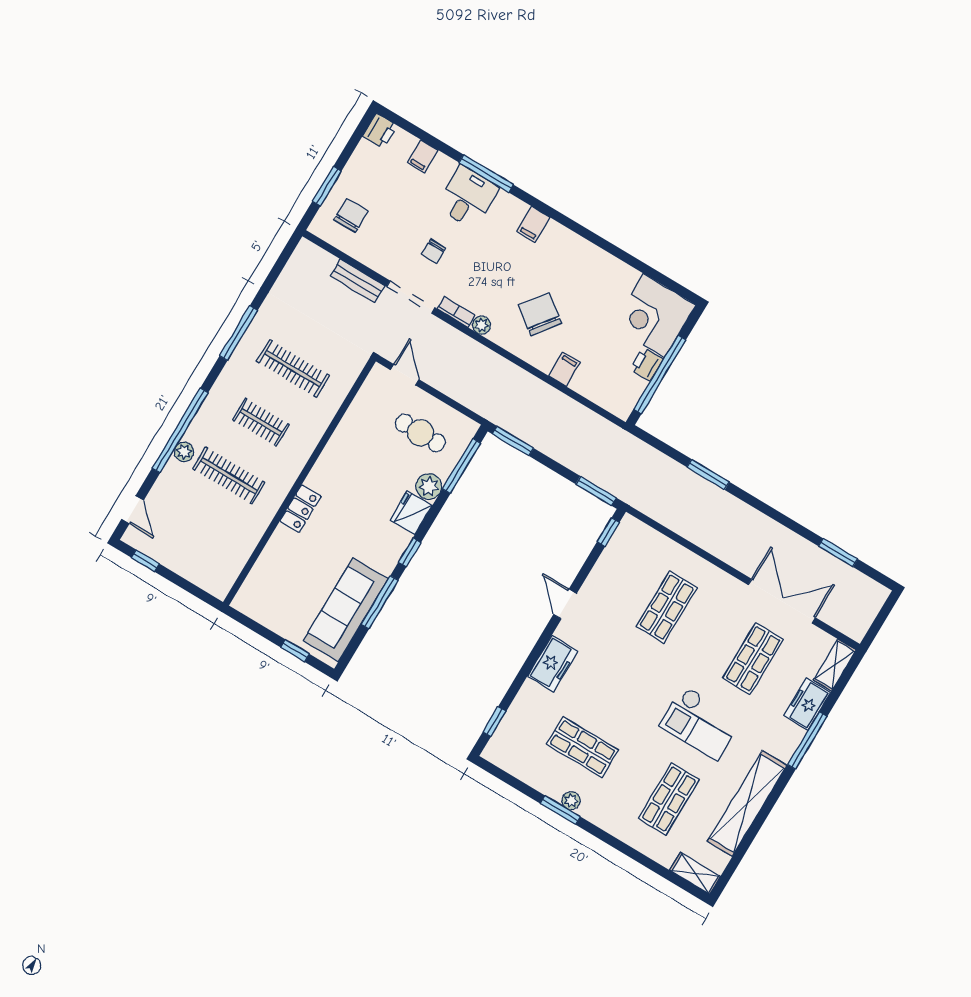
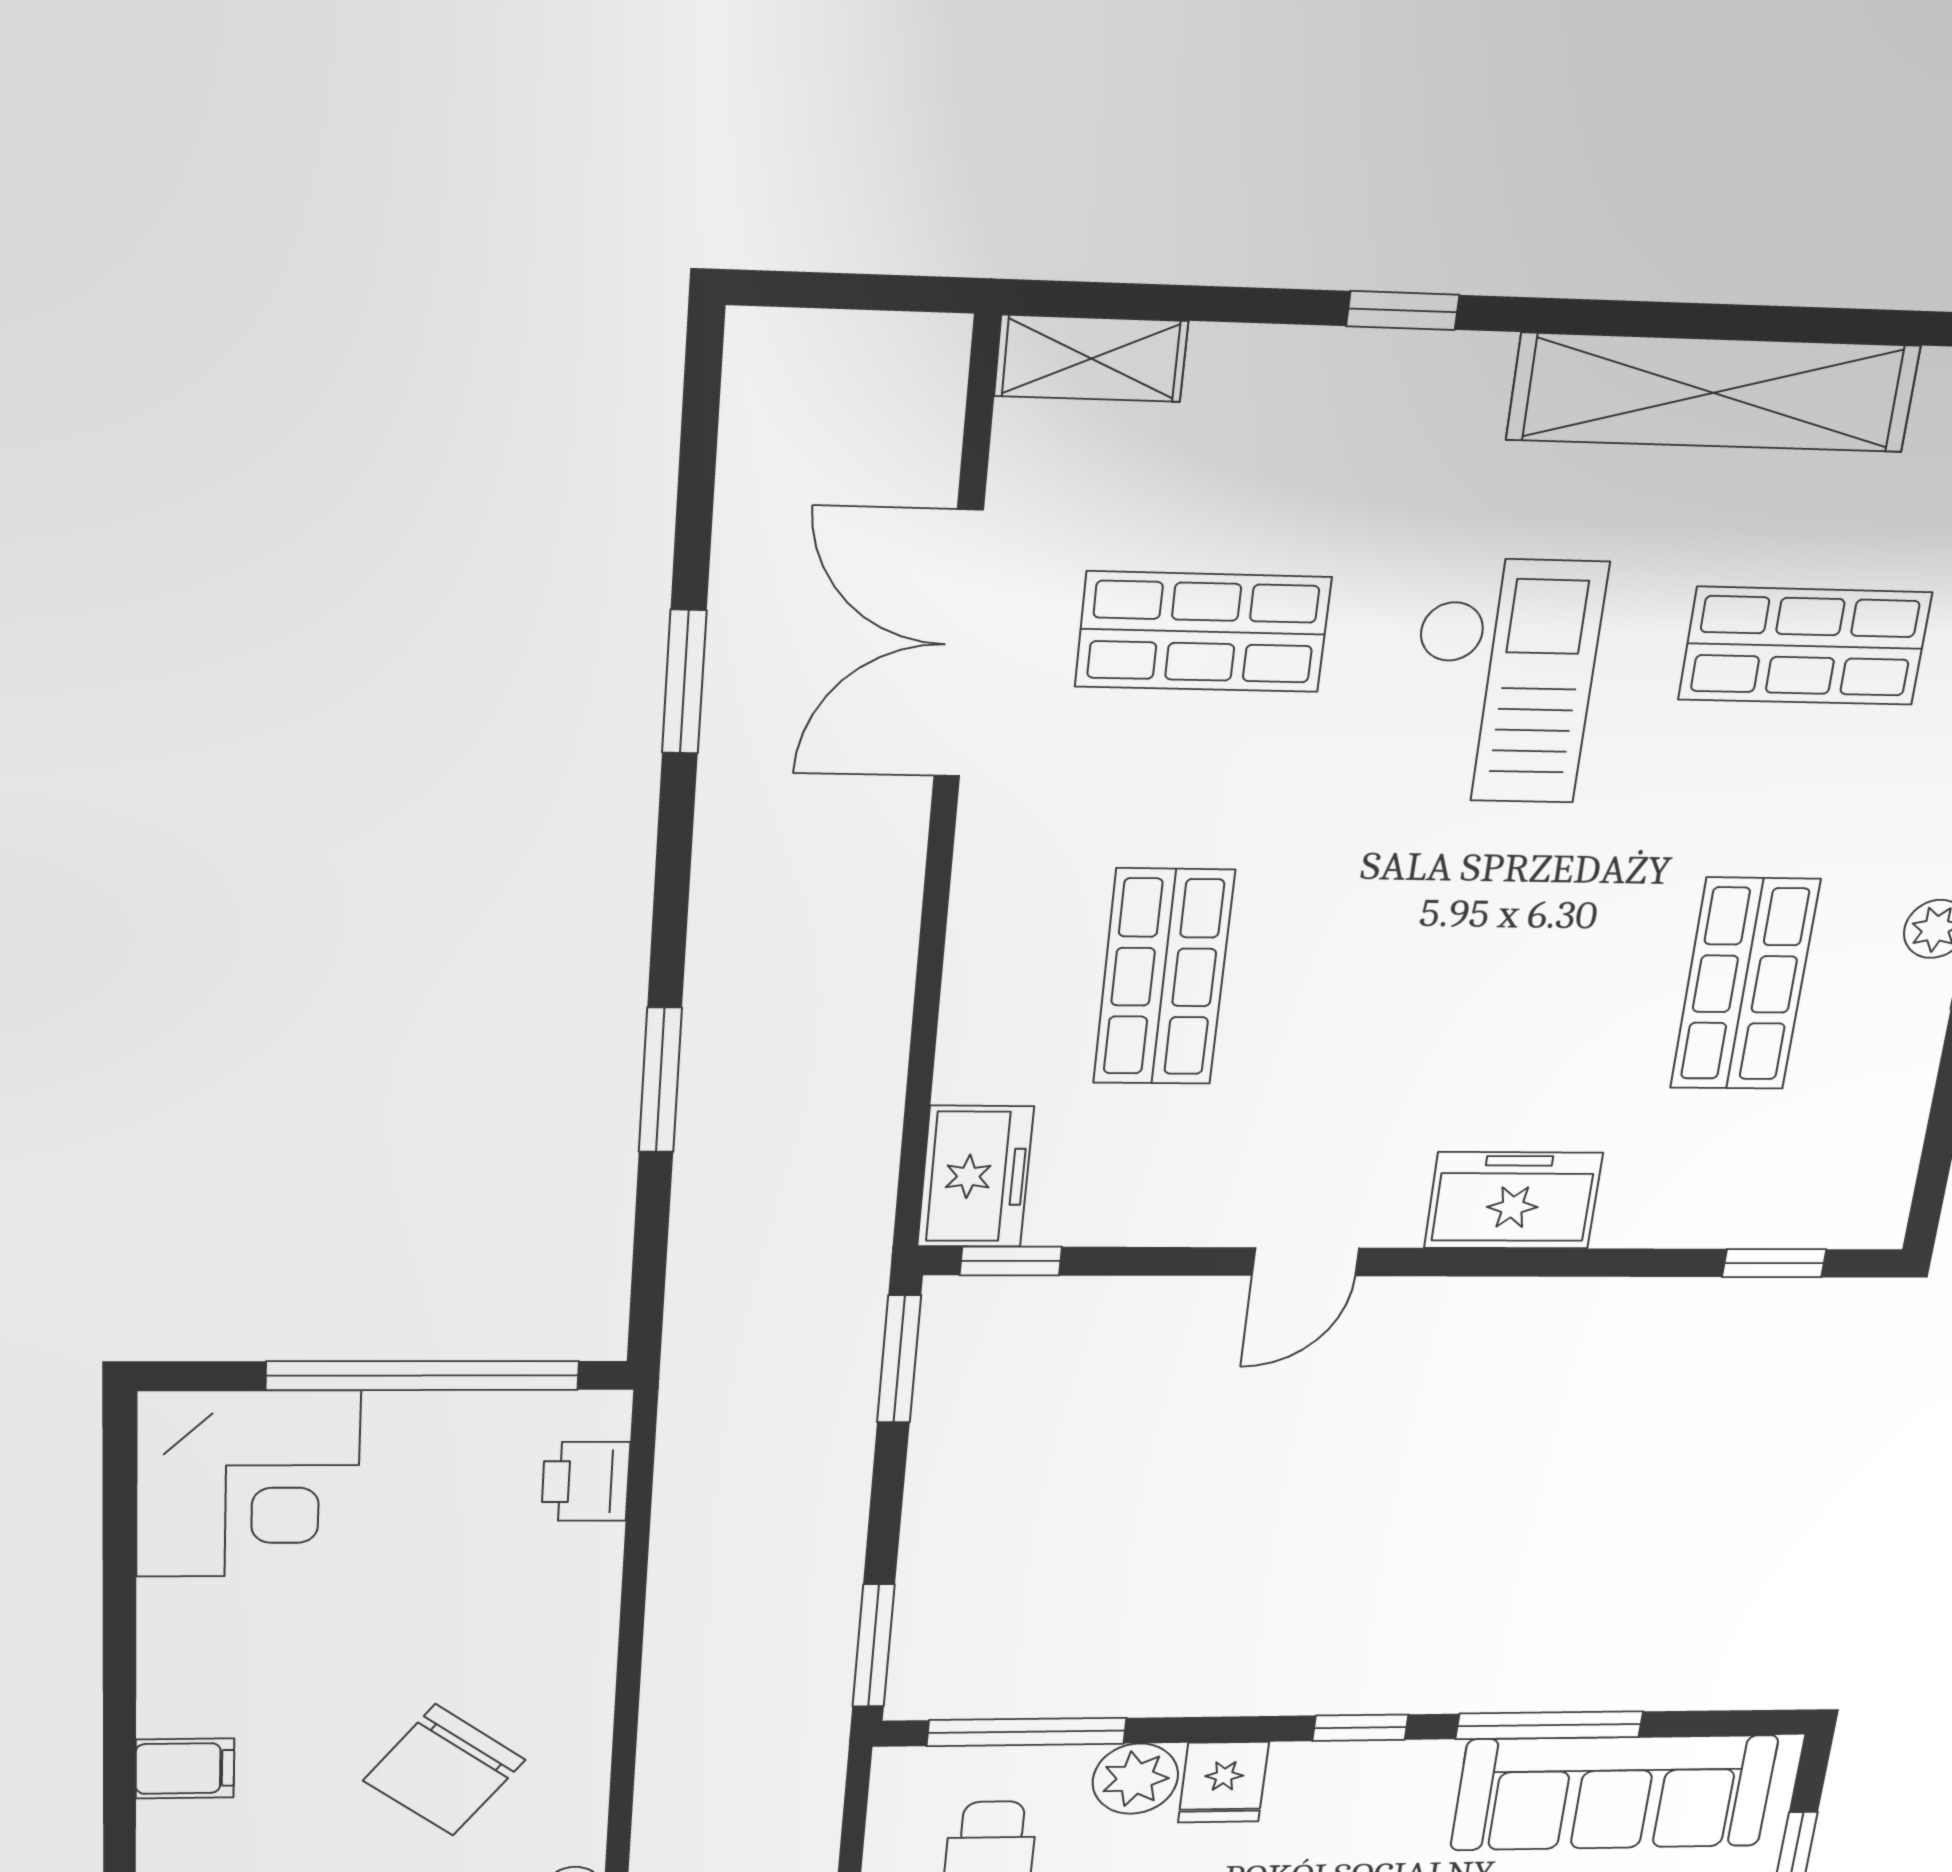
printer: (647, 364) -> (586, 1482), moved, turned 90
filing cabinet: (564, 369) -> (185, 1768), moved, turned 180
fridge: (411, 513) -> (1223, 1782), width x0.72
window: (838, 553) -> (684, 682), moved
shop shelf: (667, 607) -> (1164, 977), turned 90
freezer: (807, 704) -> (975, 1177), moved, turned -90
window: (807, 741) -> (1403, 310), width x0.46

